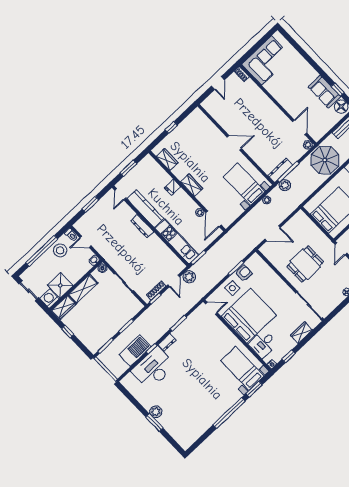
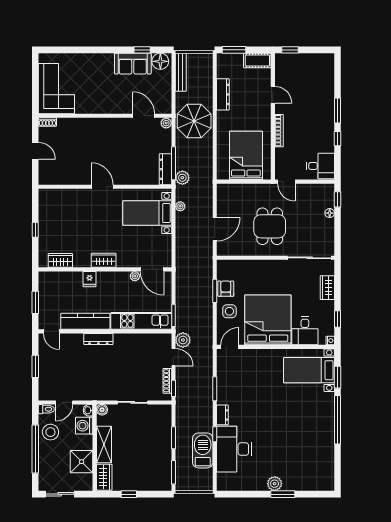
door: (234, 143) -> (102, 187), hinge flipped
washing machine: (49, 299) -> (84, 426), moved

